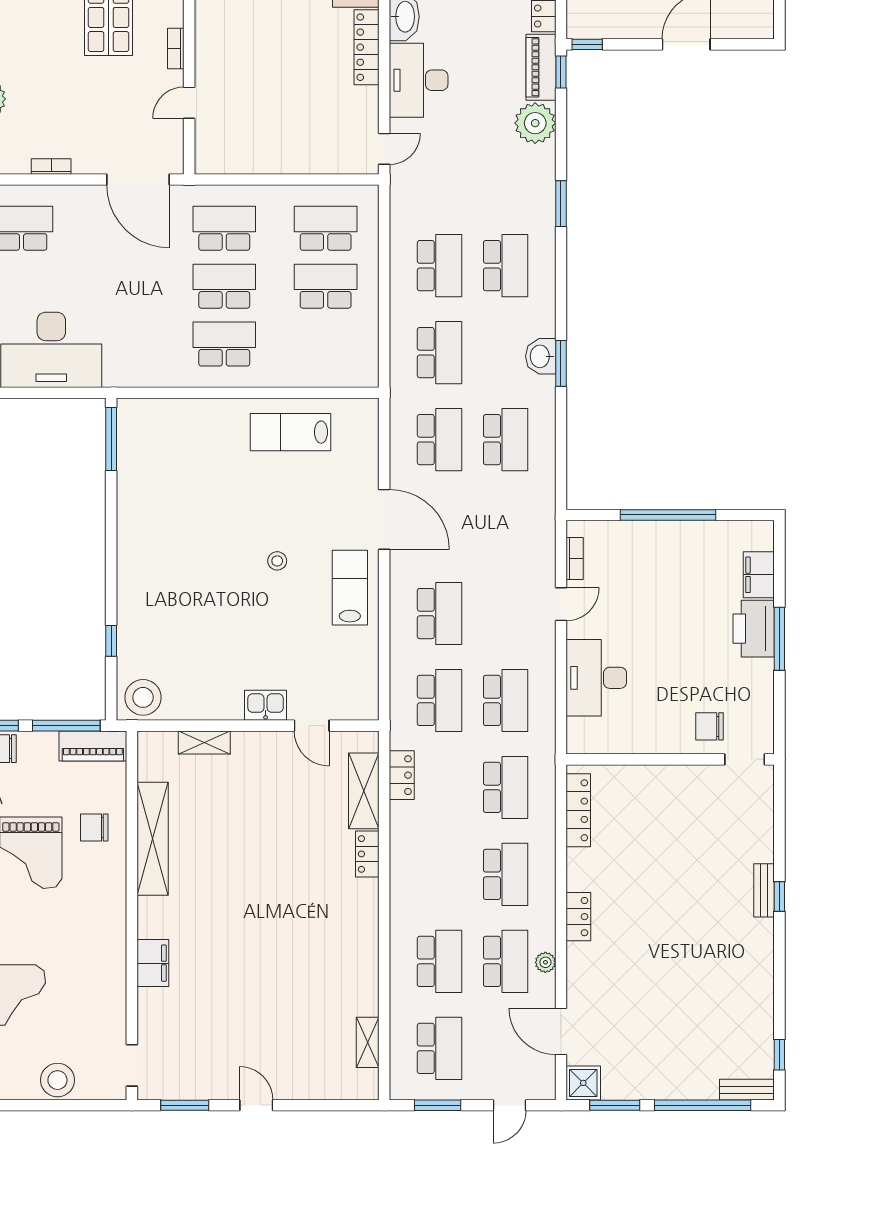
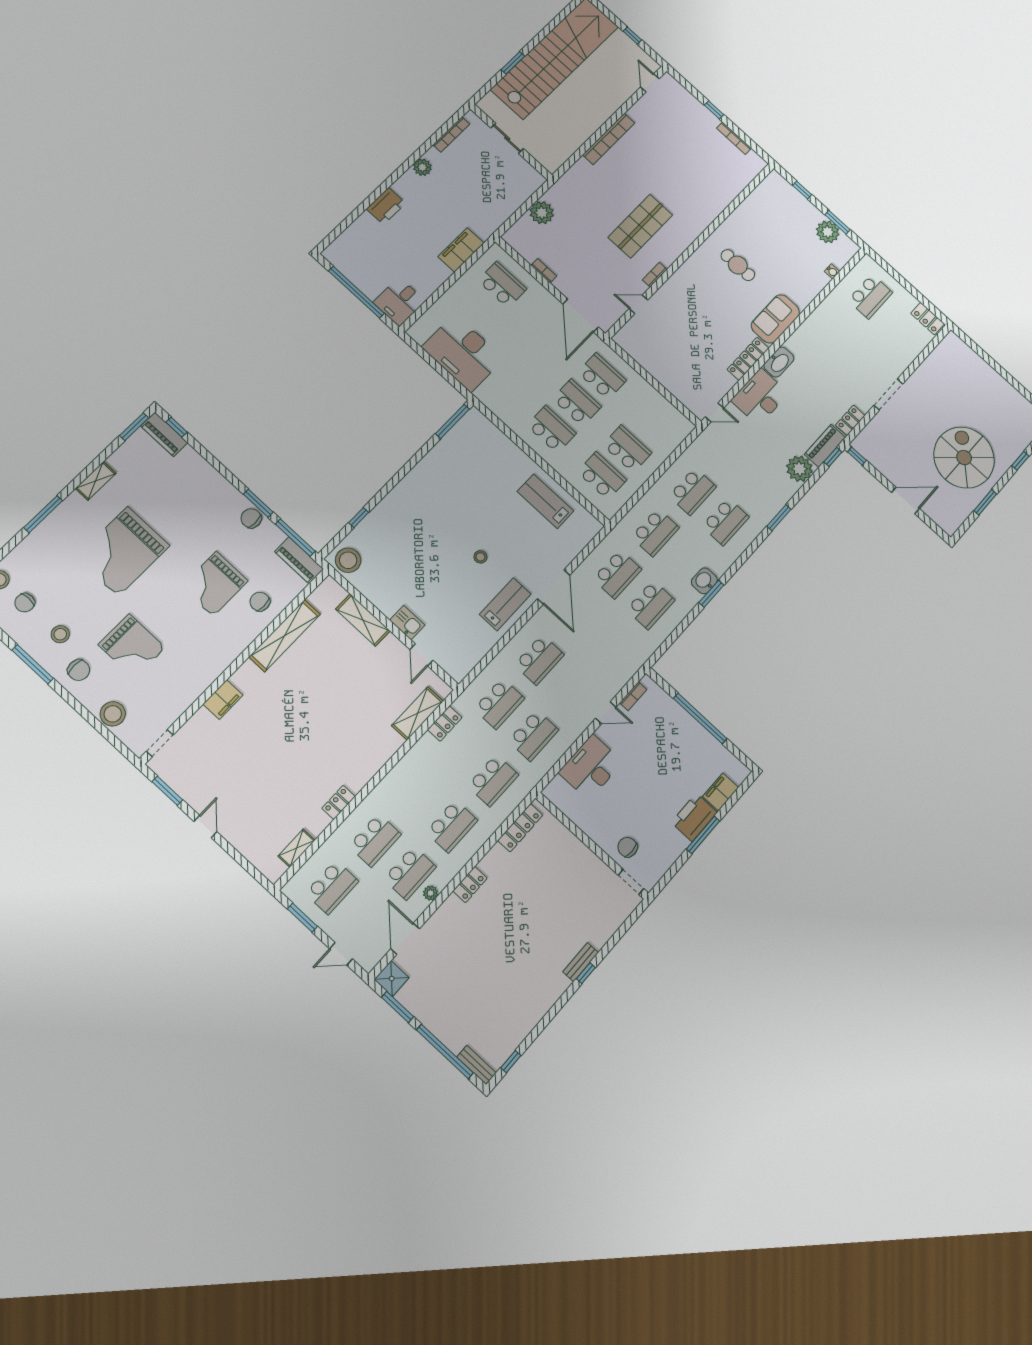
school desk: (326, 228) -> (602, 476), moved
shelving: (204, 742) -> (363, 620), width x1.50, depth x1.33
locker: (367, 854) -> (339, 802), moved

